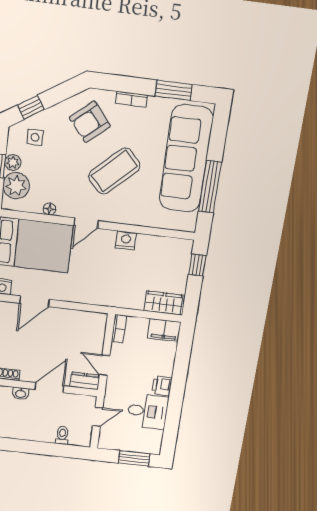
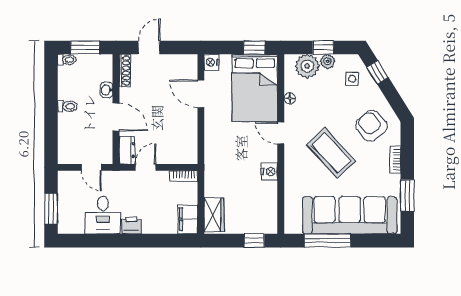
toilet: (62, 435) -> (67, 106), moved

